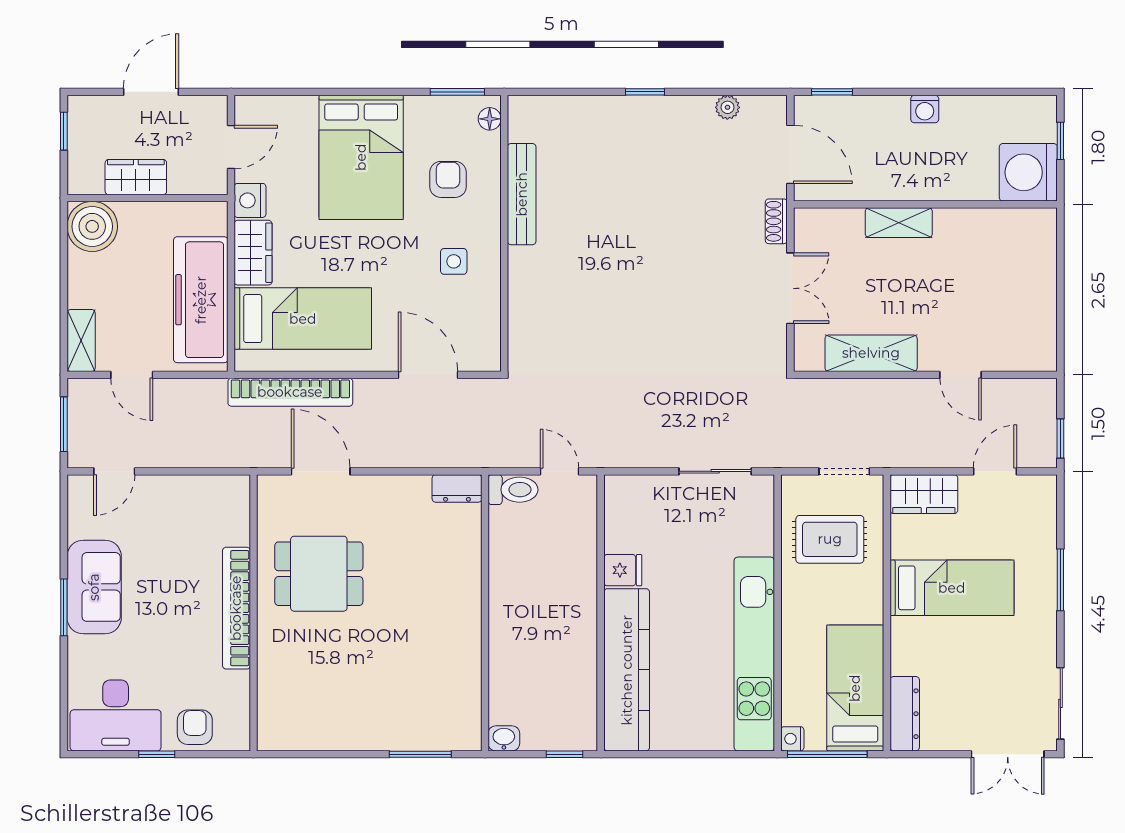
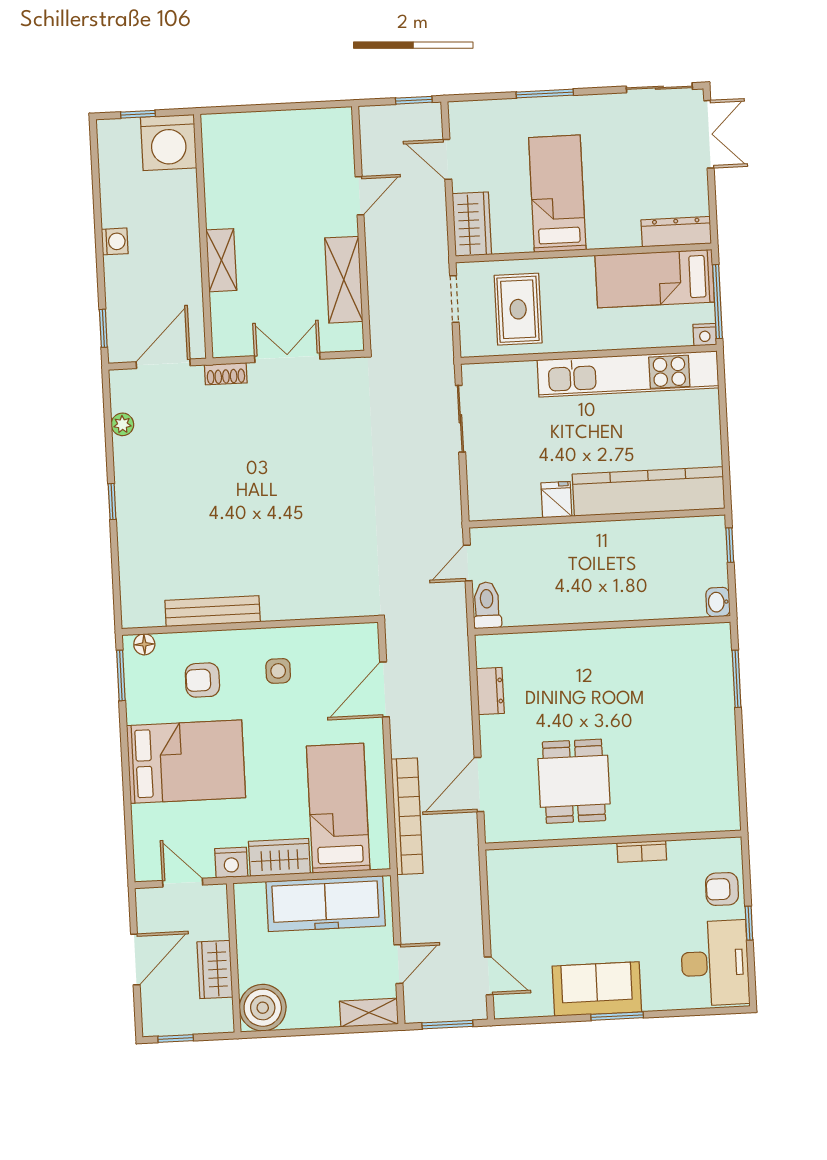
door: (151, 92) -> (135, 960), swing flipped
dresser: (457, 488) -> (490, 691), moved
bookcase: (236, 608) -> (642, 851), width x0.43, depth x0.76

